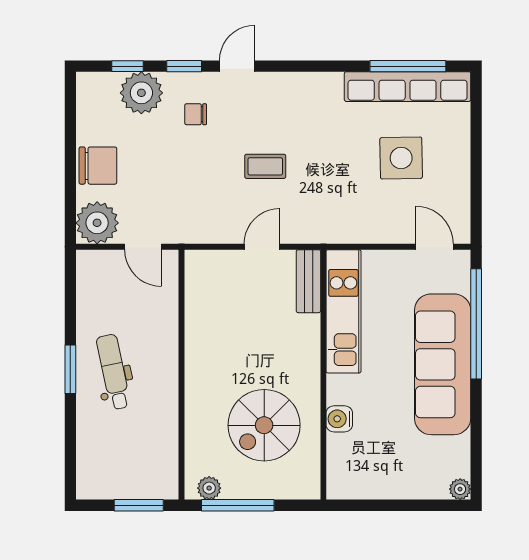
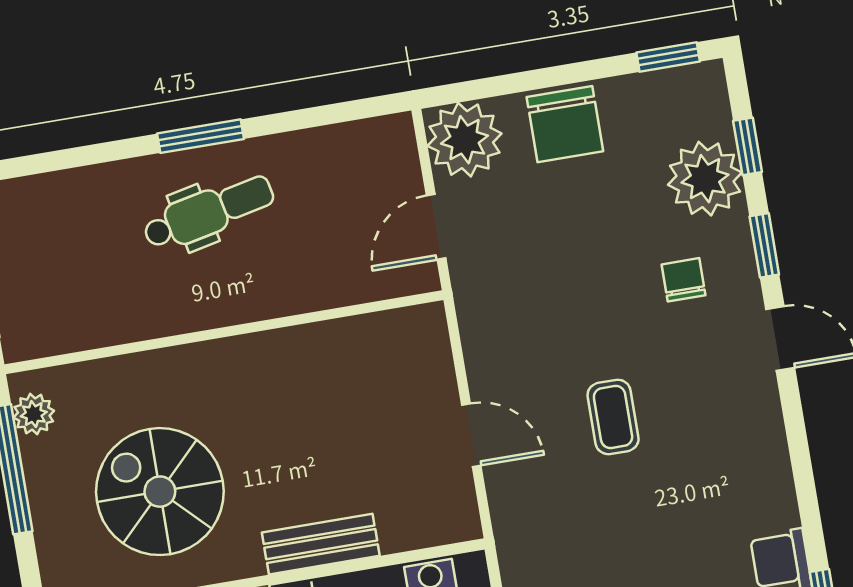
window: (70, 102) -> (668, 57), added
bench: (308, 281) -> (321, 544), moved

